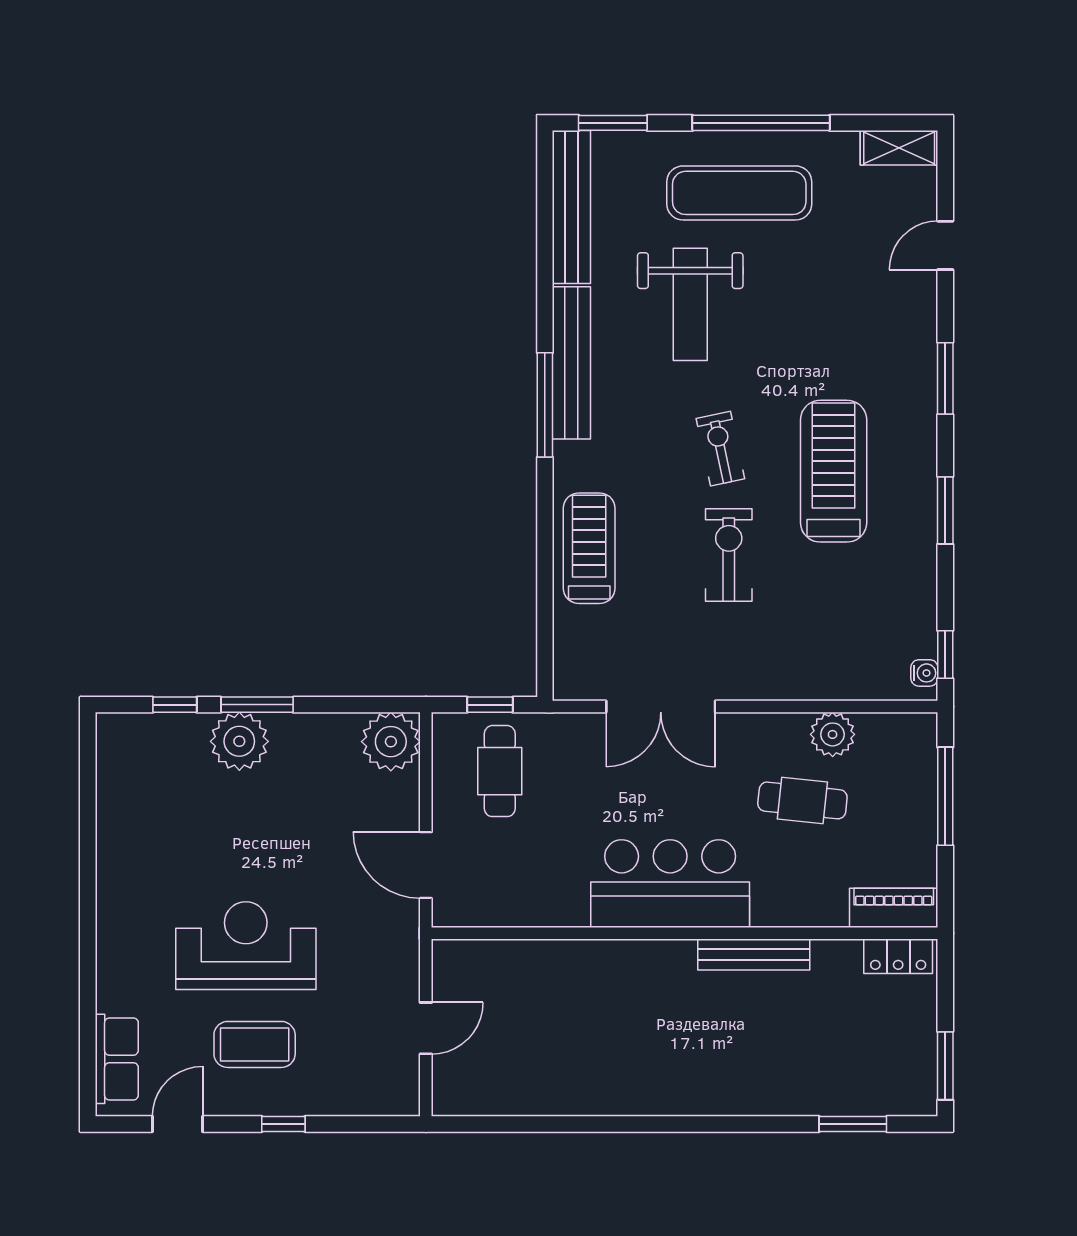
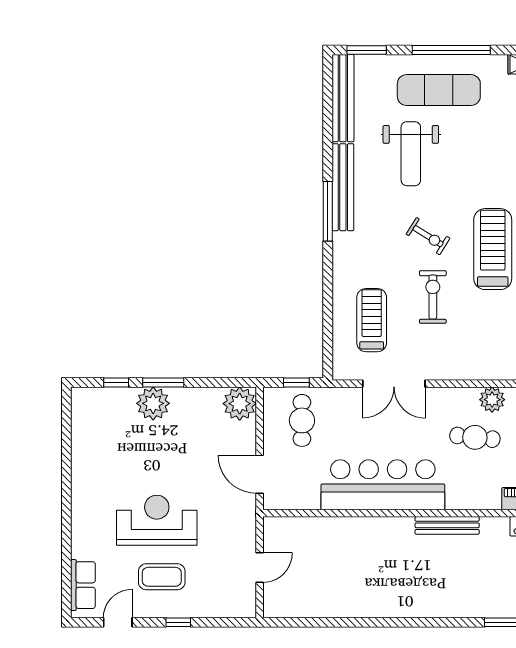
exercise bike: (720, 449) -> (428, 236), turned 134
treadmill: (589, 548) -> (372, 320), moved
bar counter: (670, 884) -> (383, 485), width x1.36

